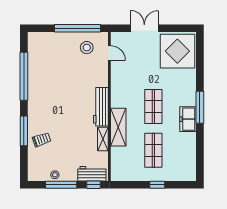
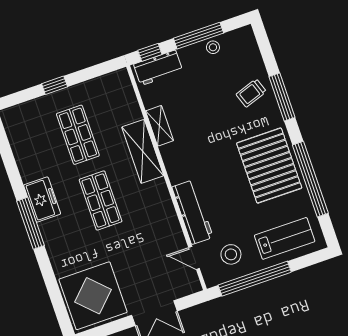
lab bench: (51, 46) -> (285, 238), added
pallet: (46, 93) -> (269, 166), added
workbench: (101, 107) -> (193, 212), moved

